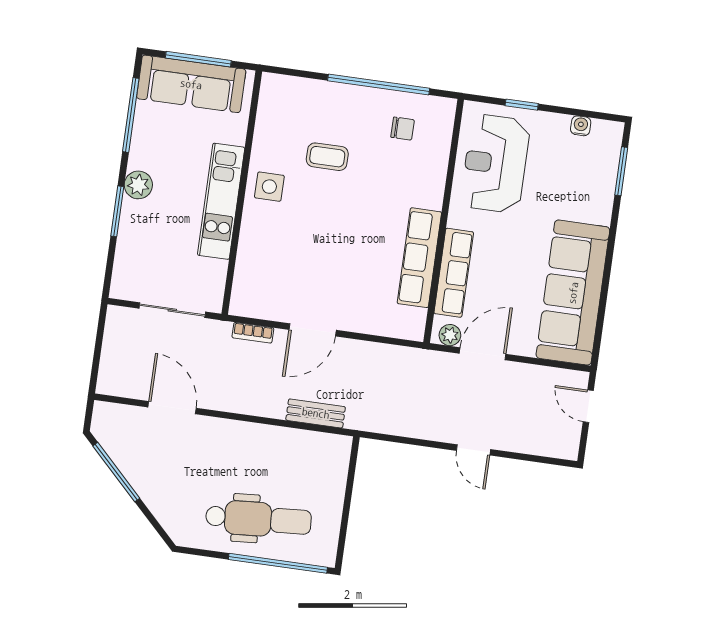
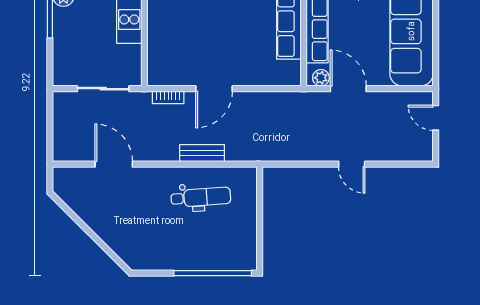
door: (483, 354) -> (348, 89), hinge flipped
bench: (316, 413) -> (202, 153), moved
window: (116, 472) -> (78, 220), removed
dental chair: (258, 519) -> (201, 197), moved, width x0.73, depth x0.72

